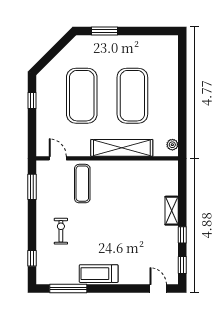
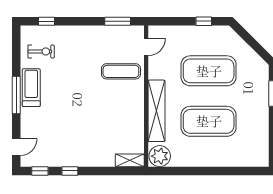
plant: (172, 145) -> (160, 156), width x1.87, depth x1.87
shelving: (172, 211) -> (130, 160), moved
exercise bike: (61, 231) -> (41, 51), moved
window: (68, 289) -> (16, 95), moved

